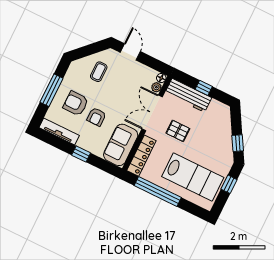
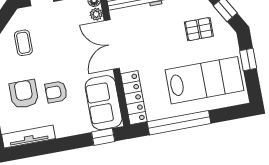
armchair: (76, 103) -> (24, 94), turned 90
armchair: (96, 117) -> (56, 92), turned 90
pallet: (178, 131) -> (199, 29), moved
window: (81, 154) -> (103, 137), moved

